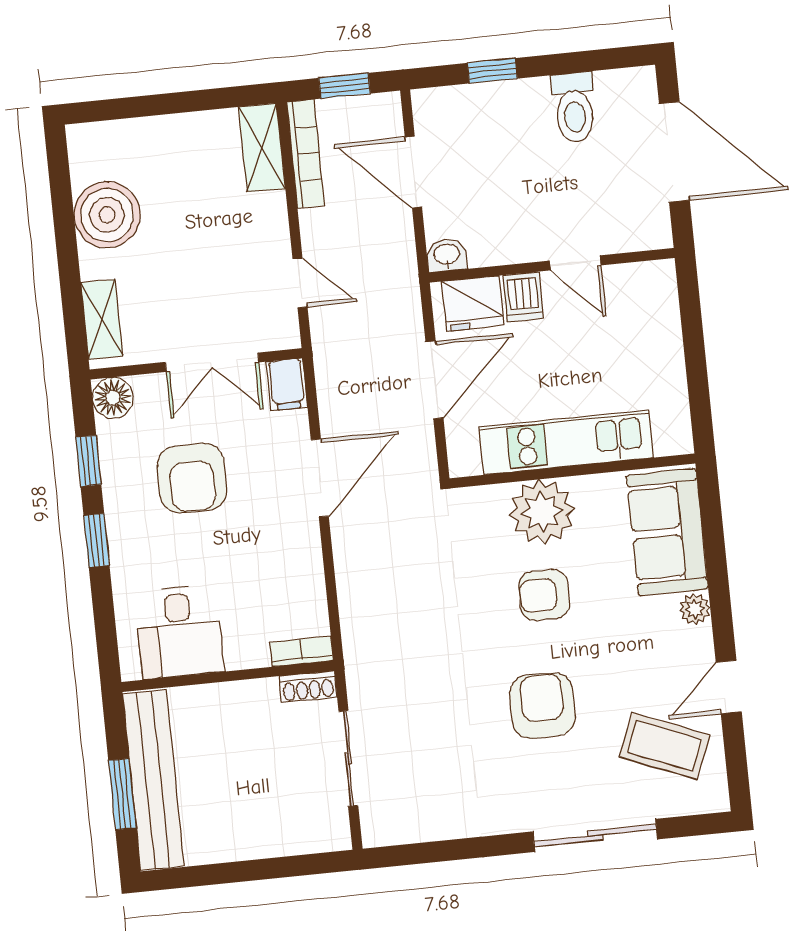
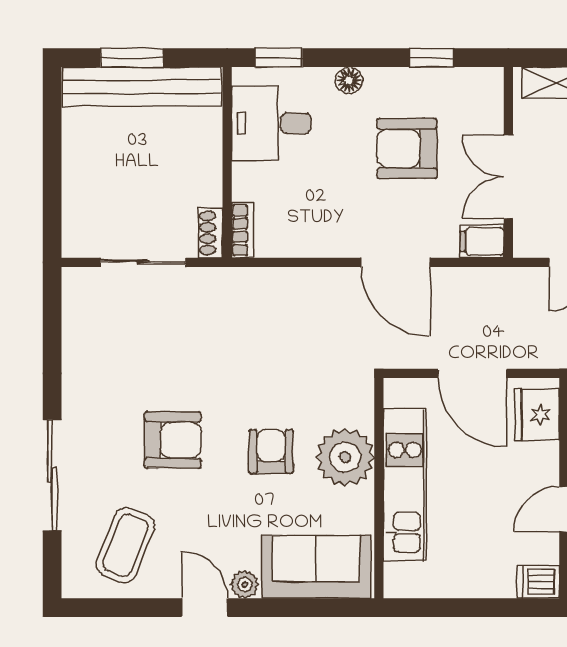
dishwasher: (523, 297) -> (538, 582), moved
floor lamp: (113, 398) -> (349, 80), moved, width x0.73, depth x0.73
window: (96, 540) -> (279, 58), moved
door: (729, 687) -> (205, 608), moved

